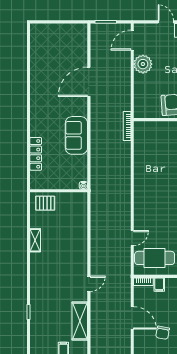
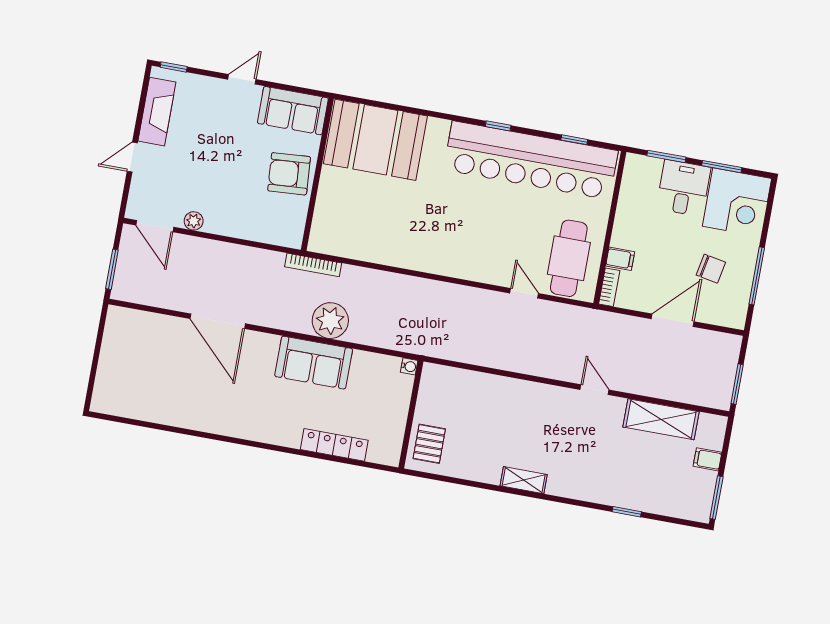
plant: (143, 64) -> (194, 221), width x0.53, depth x0.53
plant: (100, 140) -> (330, 321), added
shelving: (35, 240) -> (524, 480), moved

